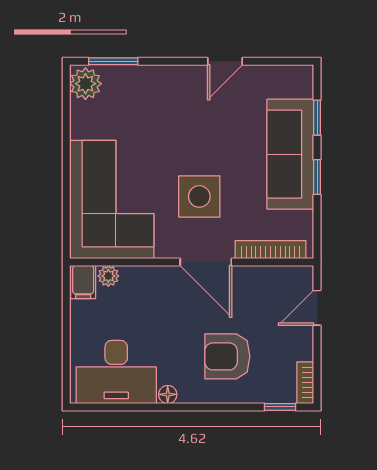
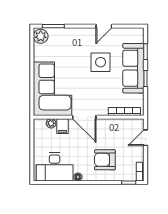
side table: (199, 196) -> (101, 62), moved
door: (206, 262) -> (84, 117), moved
filing cabinet: (83, 282) -> (62, 126), moved

